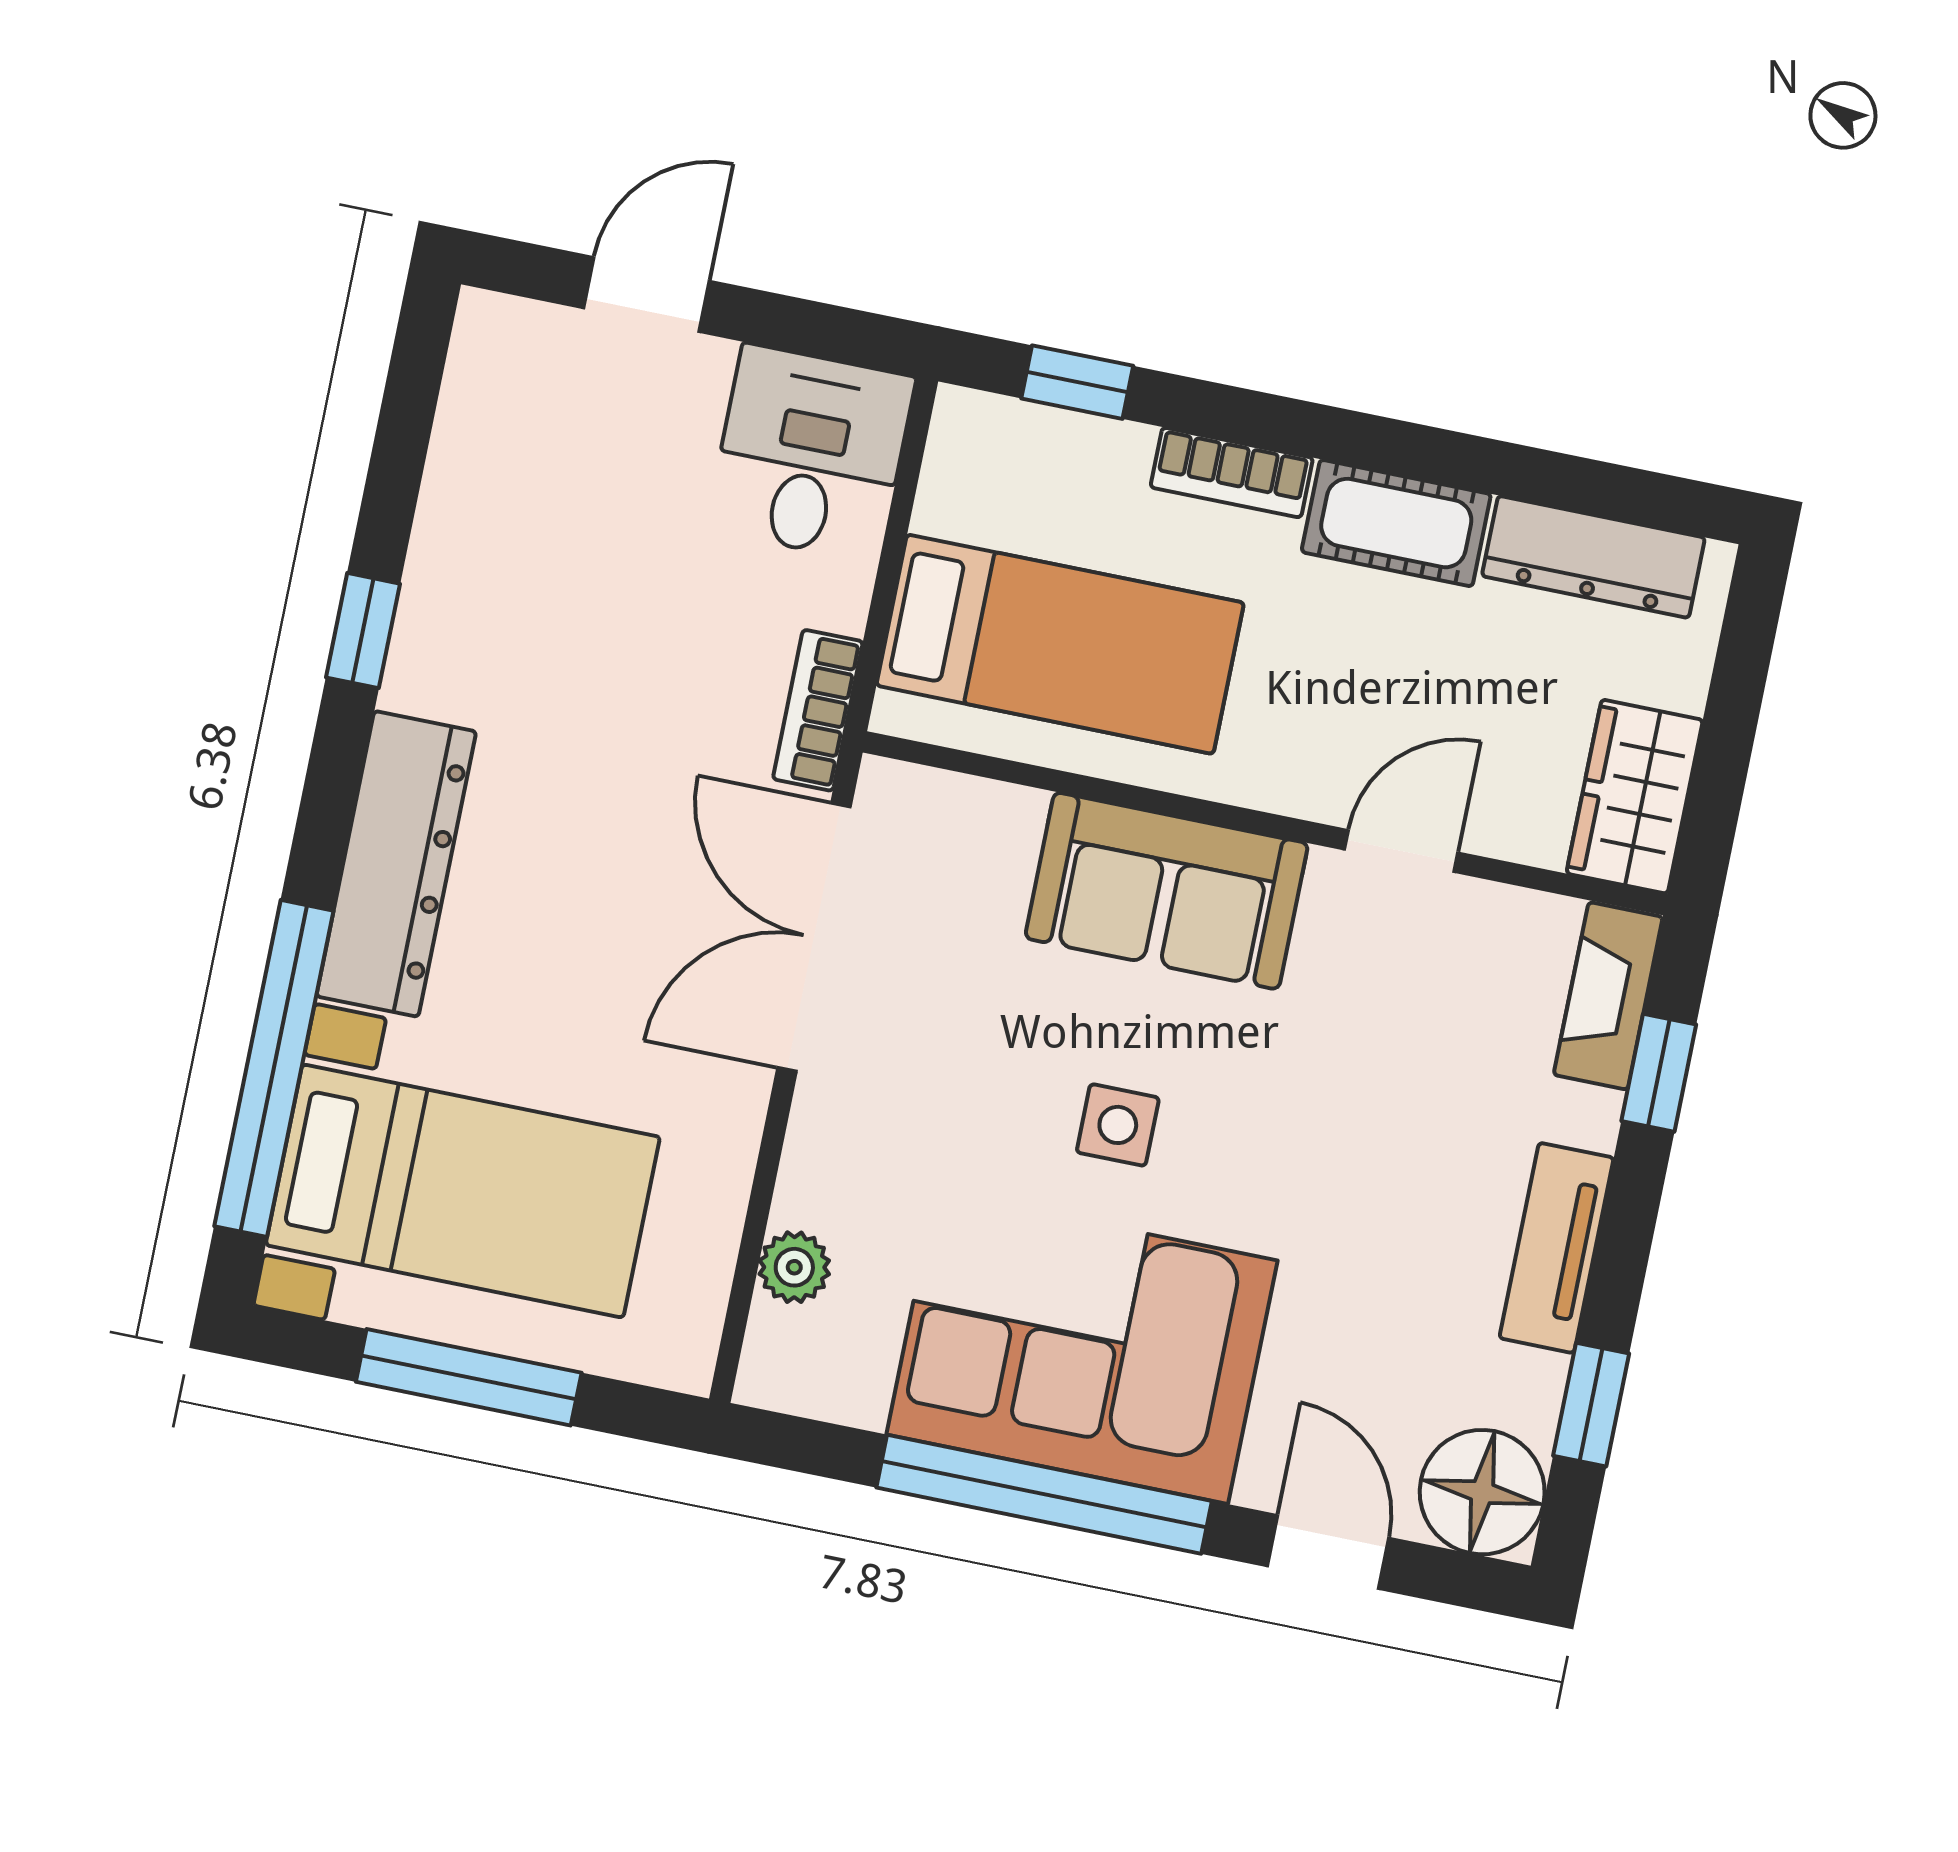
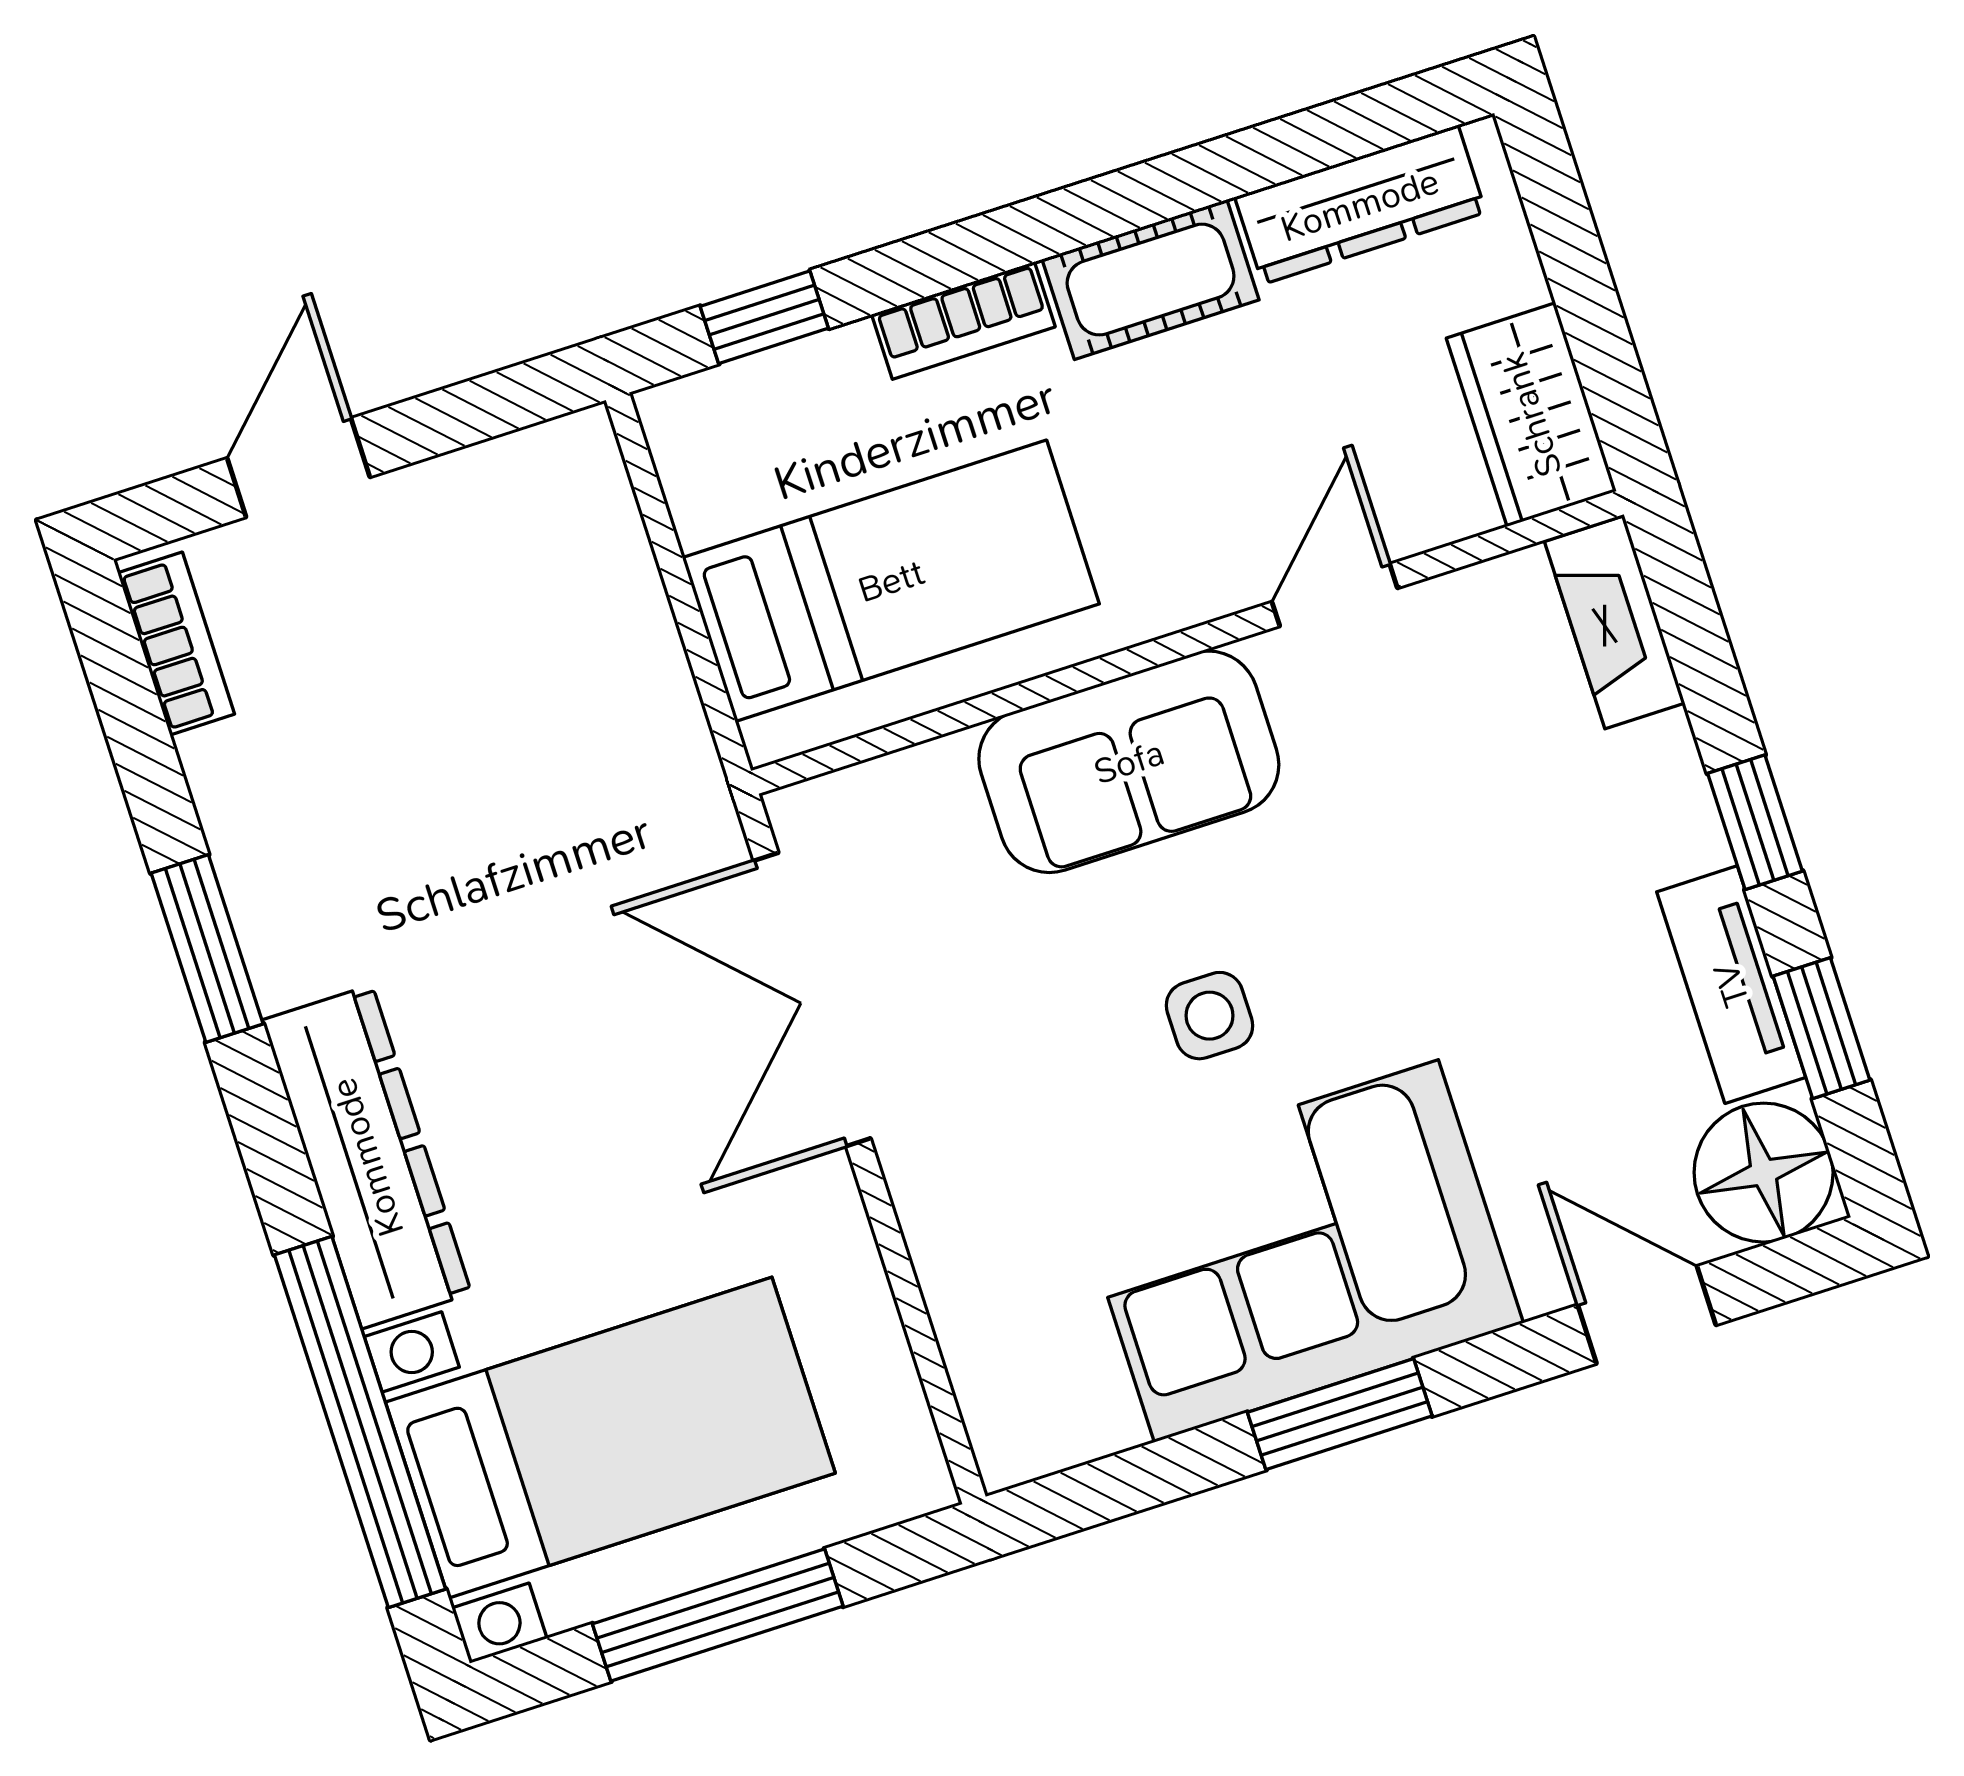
desk: (811, 453) -> (545, 532), removed
window: (363, 631) -> (207, 949), width x1.50
bookcase: (818, 710) -> (176, 643), moved, turned 180
window: (1659, 1073) -> (1755, 822), moved
tv unit: (1557, 1248) -> (1731, 985), moved
plant: (794, 1267) -> (973, 1330), removed
window: (1044, 1494) -> (1340, 1414), width x0.47

